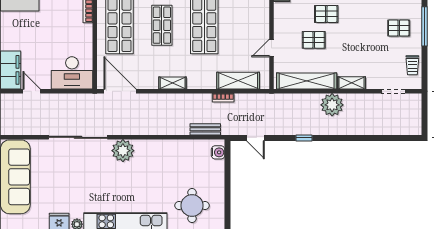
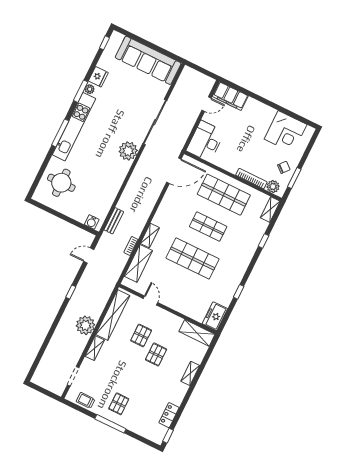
shelving: (173, 83) -> (150, 236), moved

